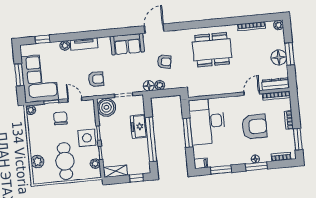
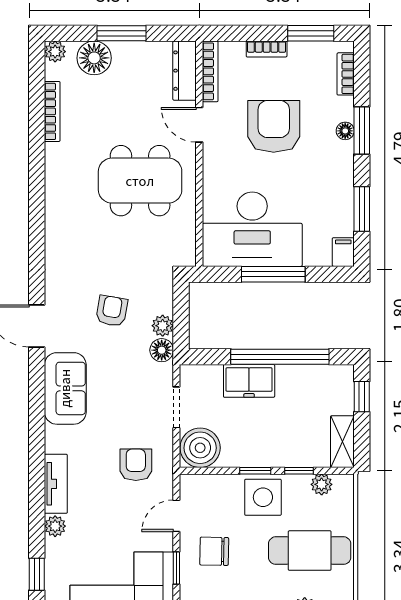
dining table: (212, 50) -> (140, 181), moved, turned 90
floor lamp: (279, 57) -> (94, 58), moved

